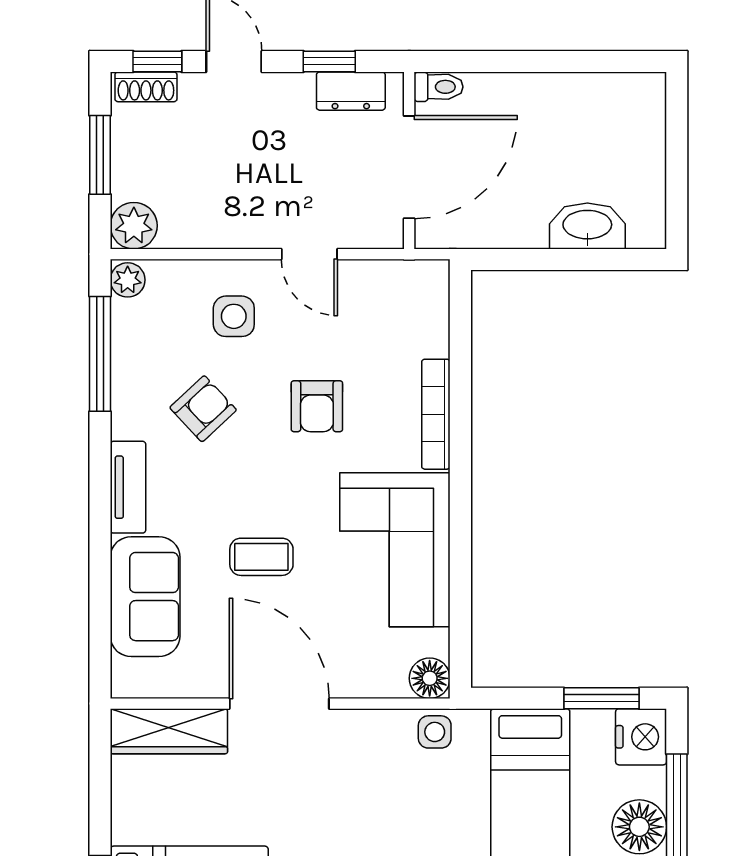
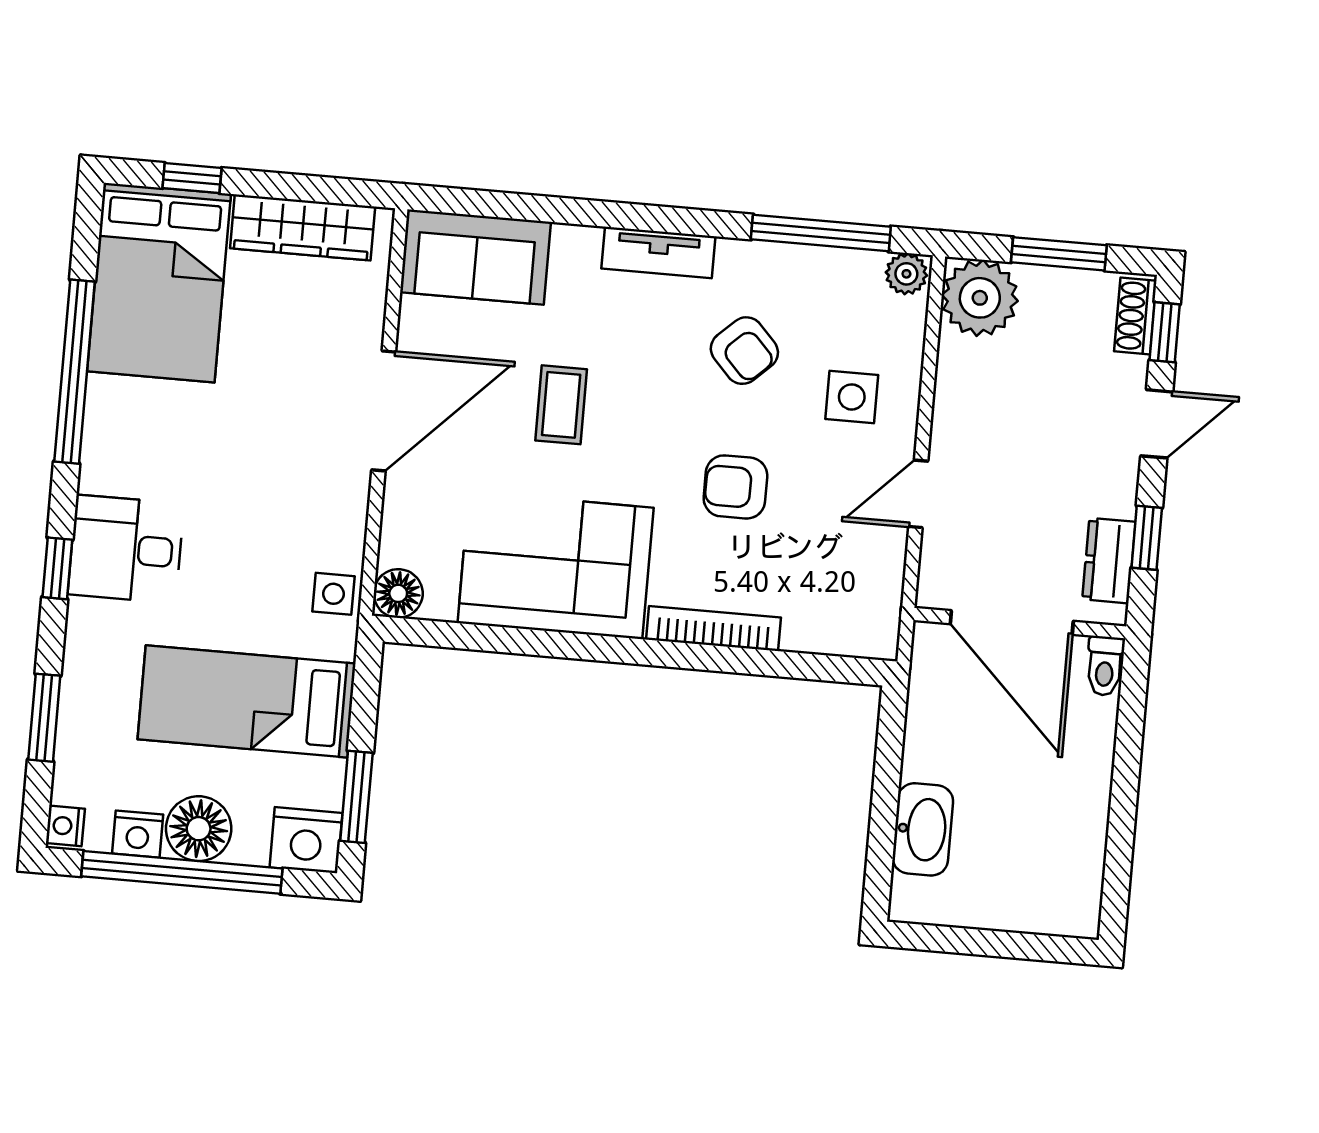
plant: (134, 226) -> (980, 298), width x1.36, depth x1.36
sofa: (145, 597) -> (476, 257), moved
wardrobe: (169, 731) -> (303, 227), moved, turned -90

